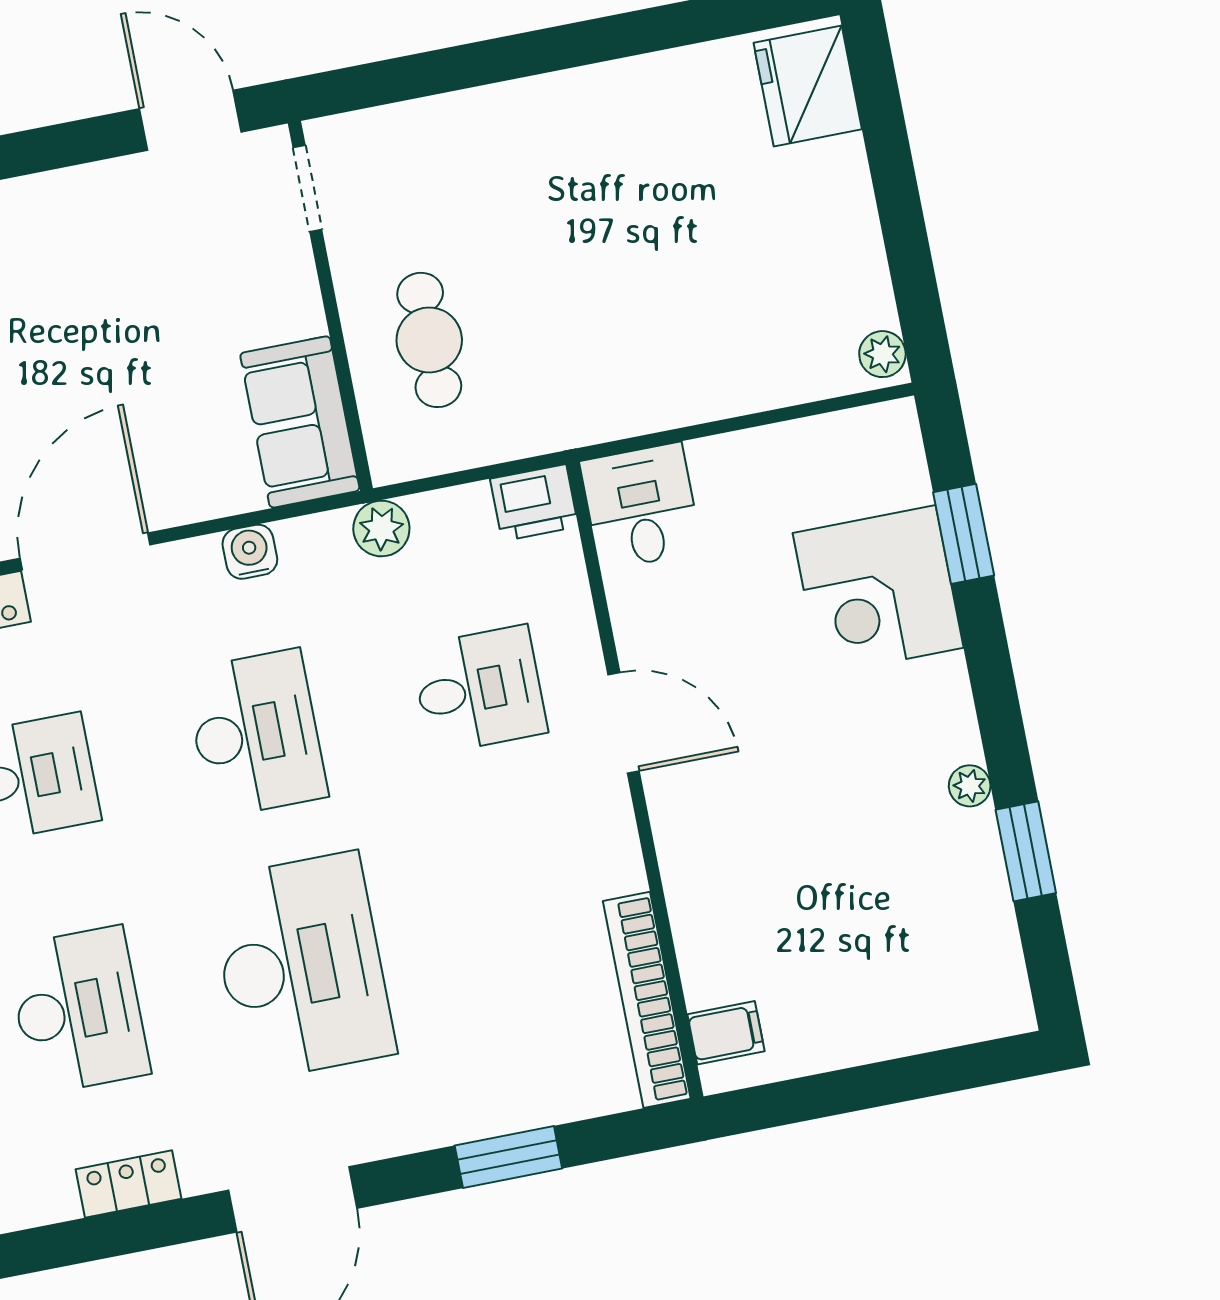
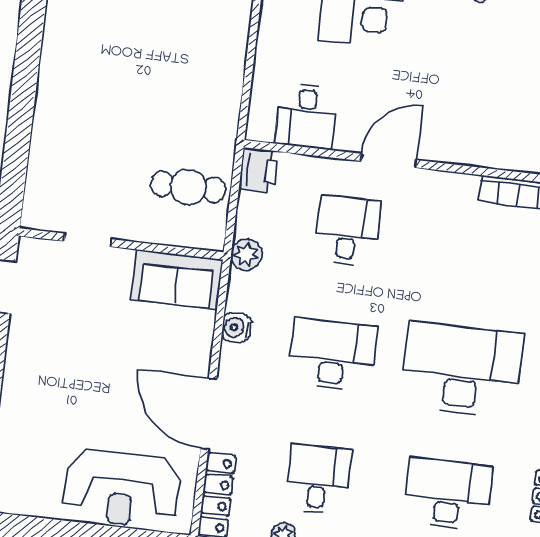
doorway: (307, 189) -> (88, 240), moved
cafe table: (429, 340) -> (188, 187), moved
desk: (641, 506) -> (306, 116), moved, turned -90

